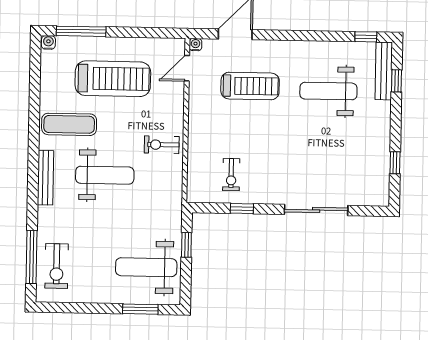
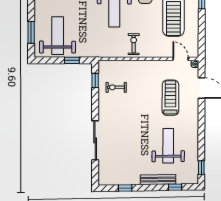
bench: (384, 71) -> (158, 180), moved
treadmill: (250, 86) -> (170, 98), turned 180
window: (242, 209) -> (95, 81), moved

